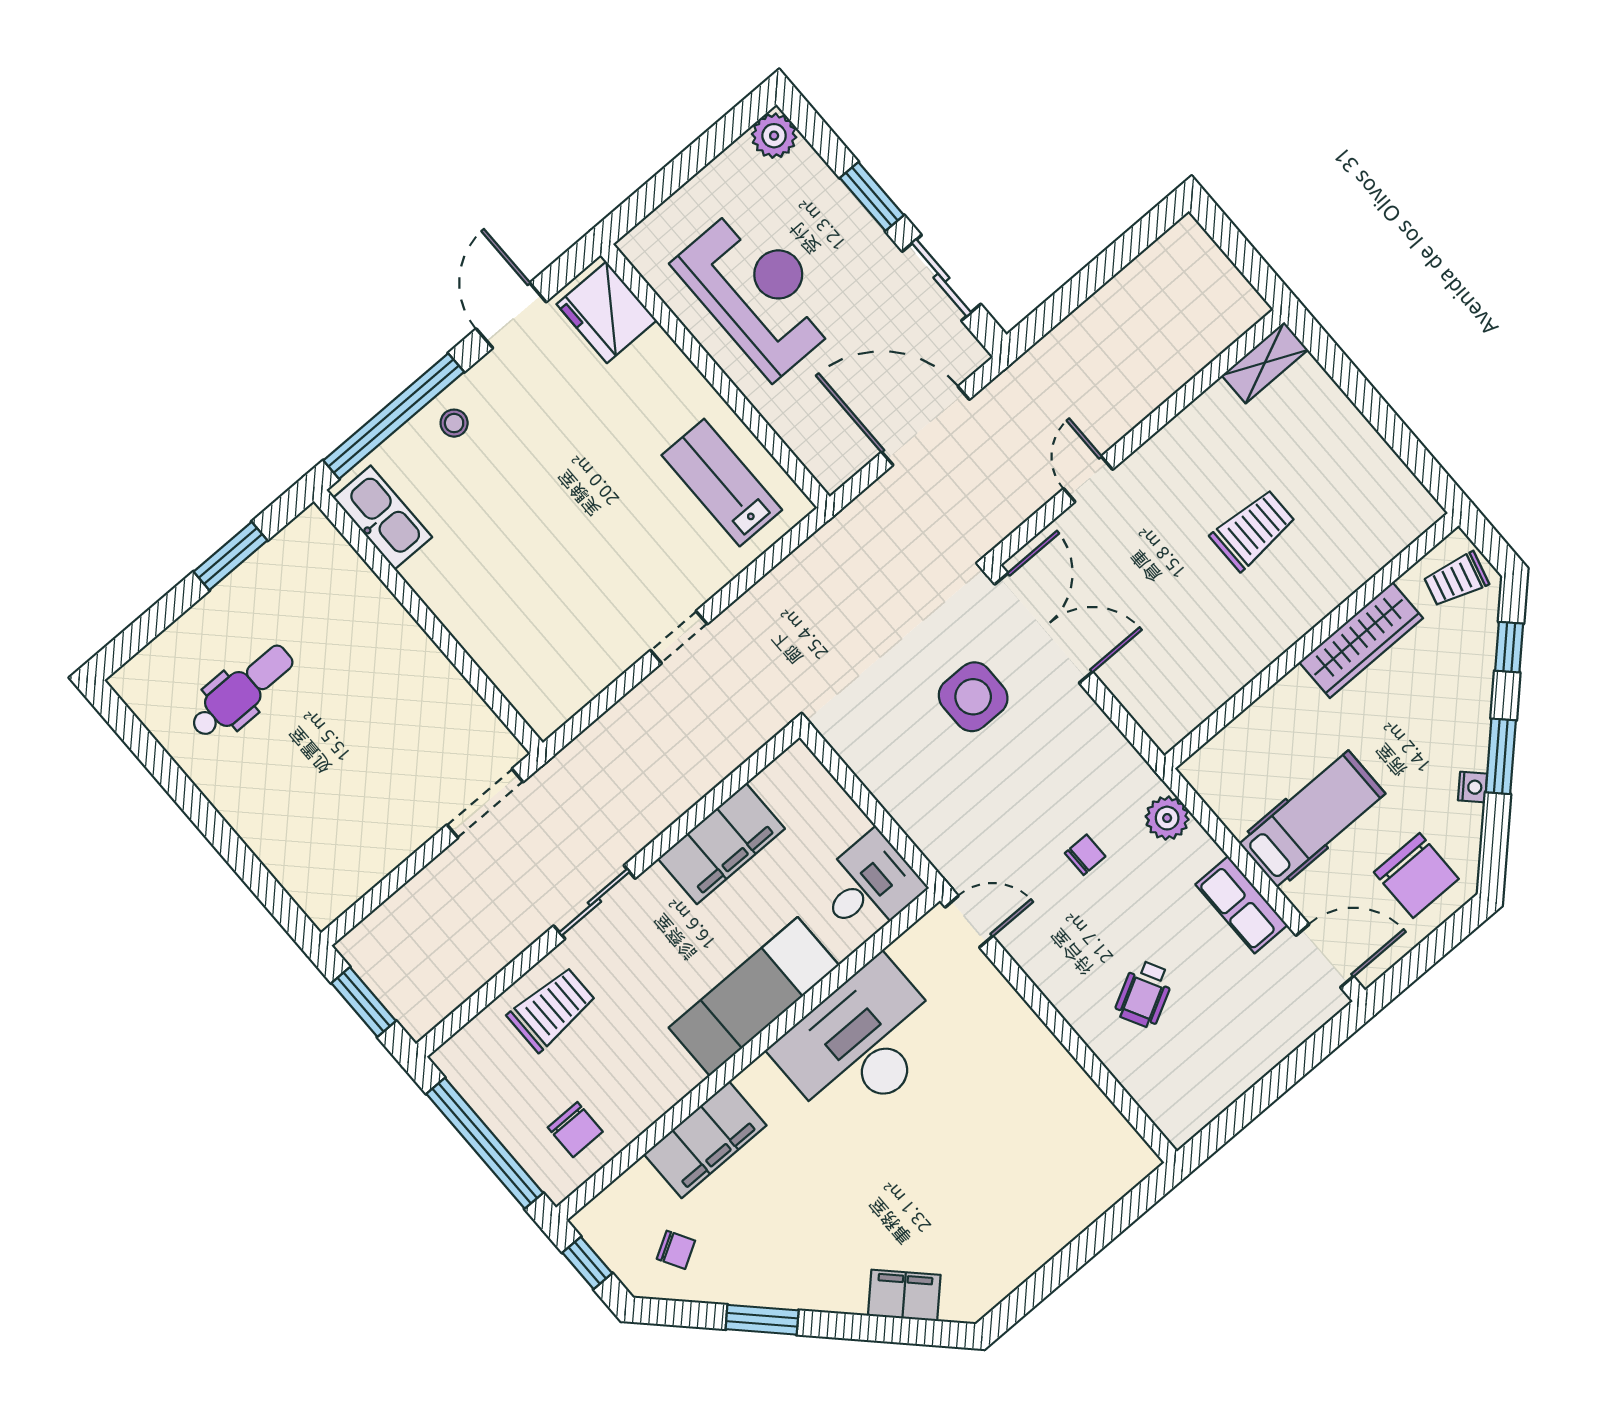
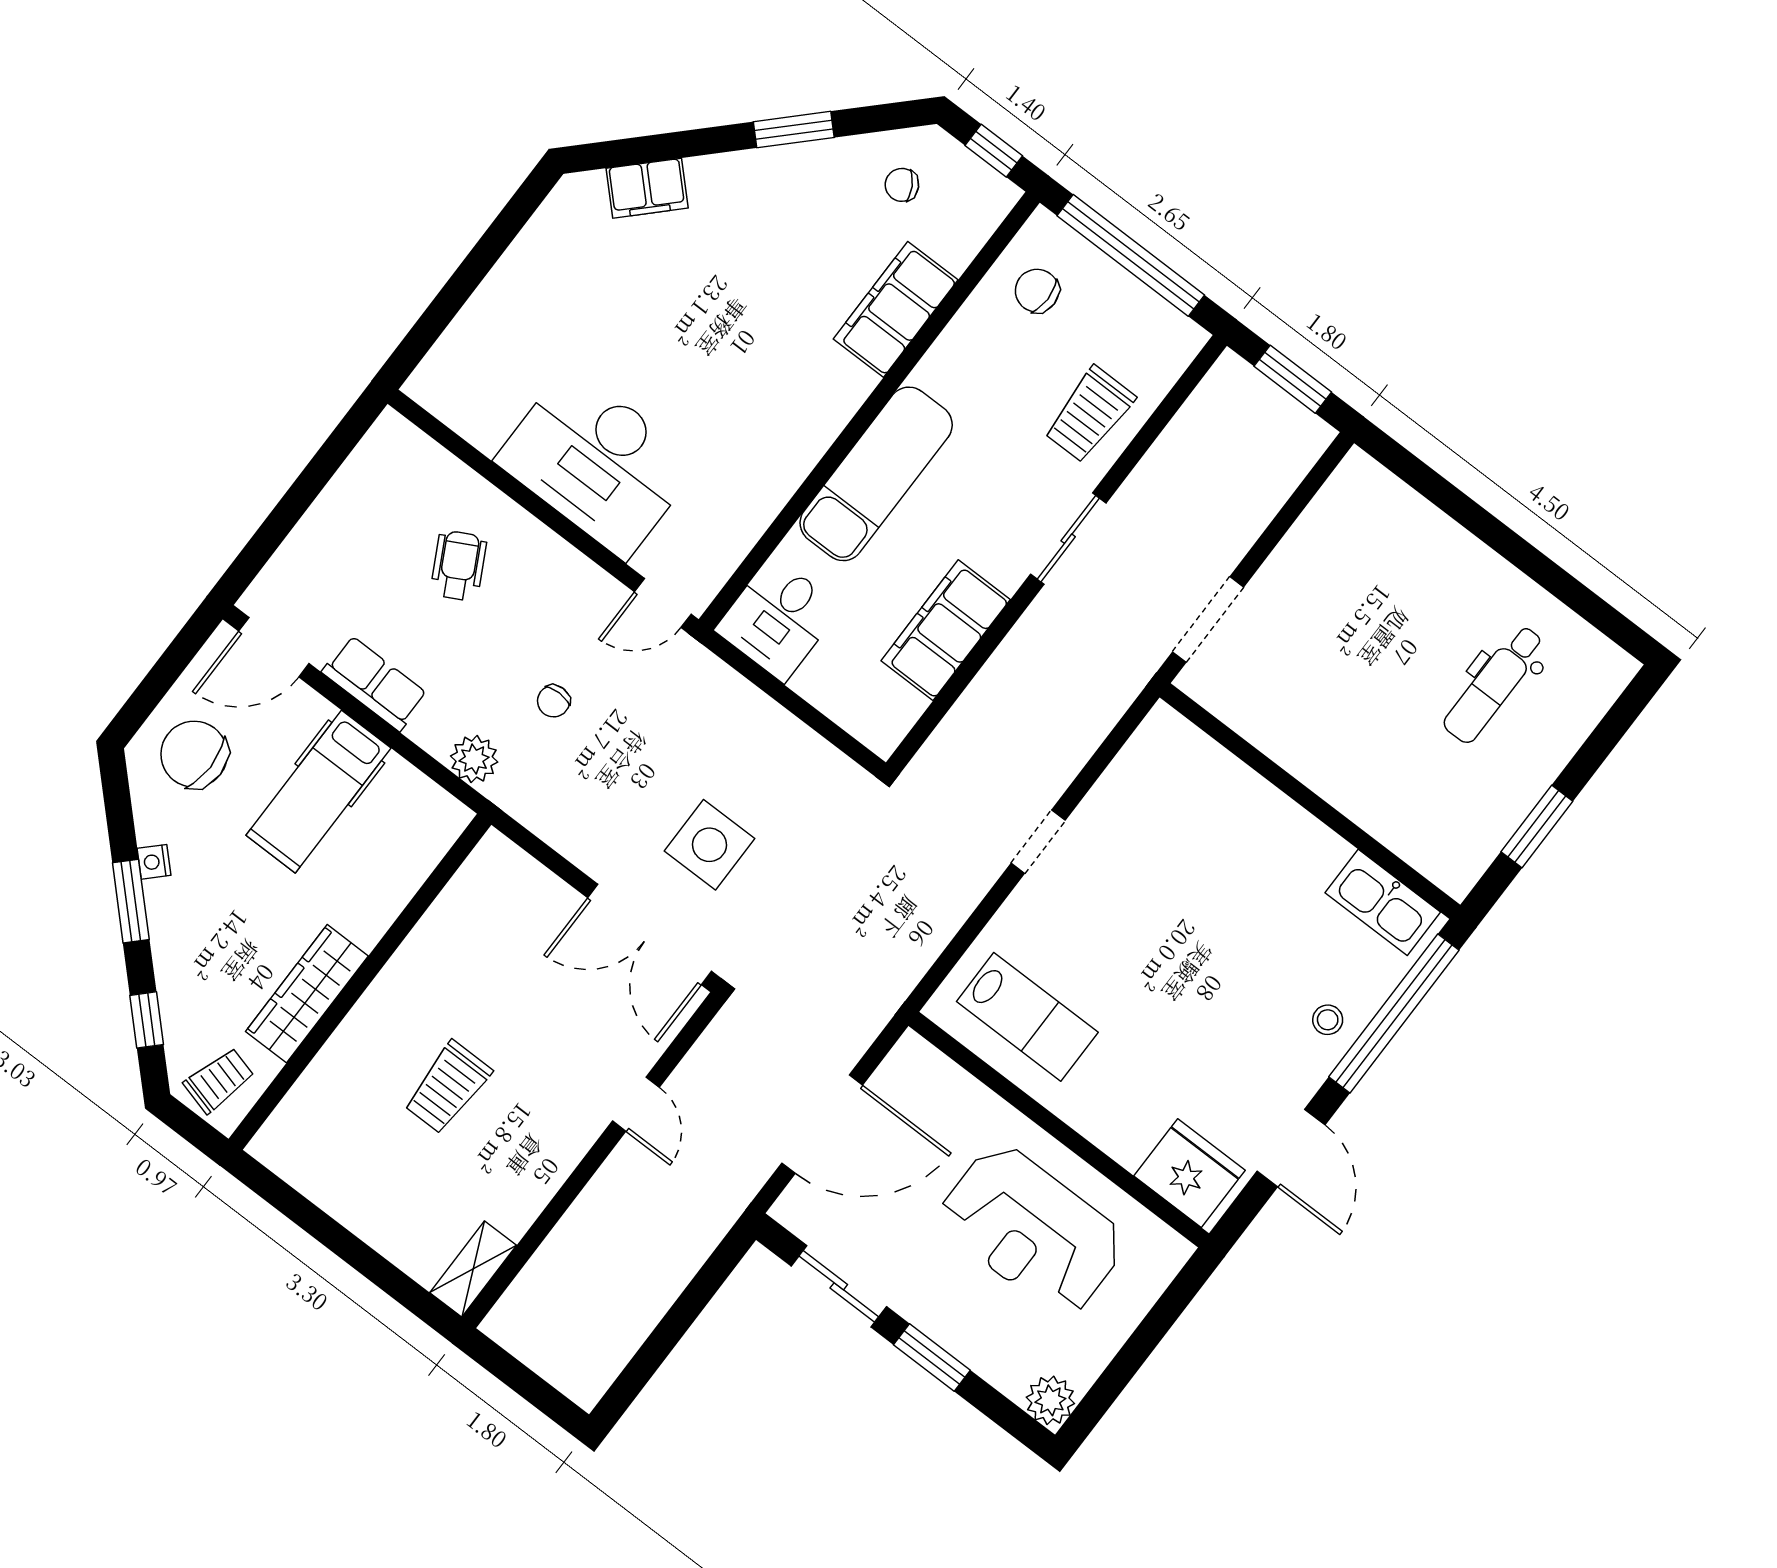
desk: (861, 1044) -> (597, 462), moved, turned 90

